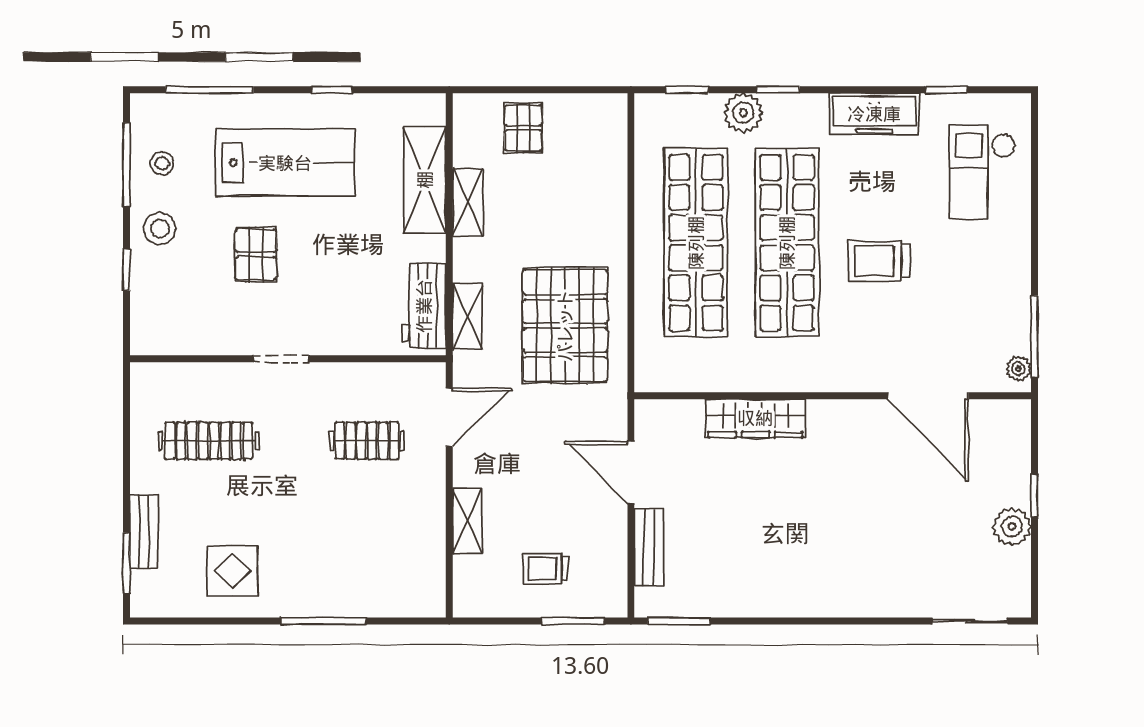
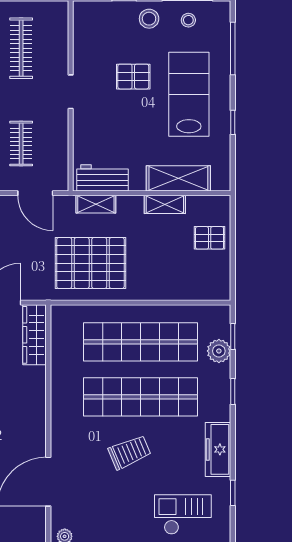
plant: (743, 113) -> (219, 351), moved
lab bench: (285, 163) -> (189, 94), turned 180
trolley: (879, 261) -> (129, 452), turned 67
wardrobe: (755, 418) -> (35, 335), moved

